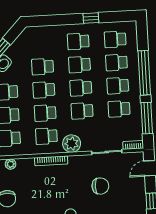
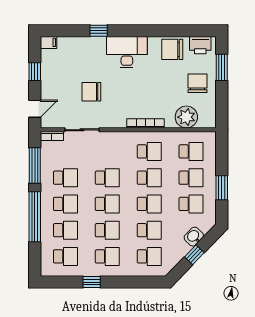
school desk: (41, 44) -> (149, 256), added
plant: (72, 144) -> (121, 141), removed
plant: (11, 164) -> (186, 117), width x1.87, depth x1.87

